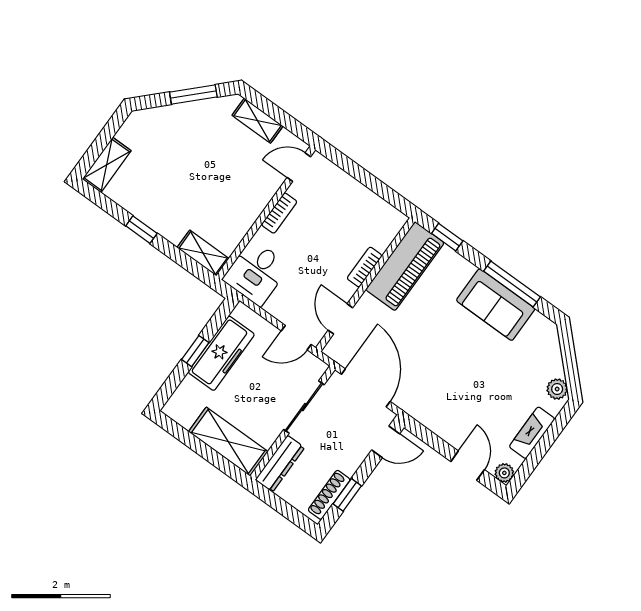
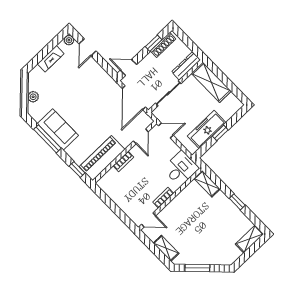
plant: (557, 389) -> (33, 97), moved

